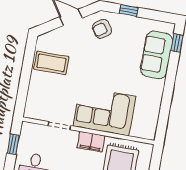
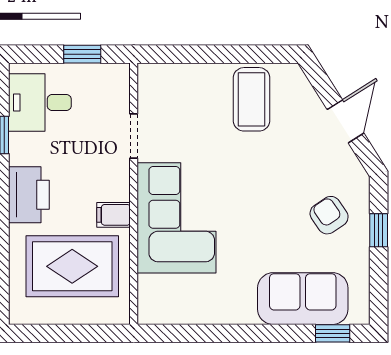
armchair: (102, 29) -> (329, 215), moved
filing cabinet: (91, 142) -> (114, 215), width x0.50

